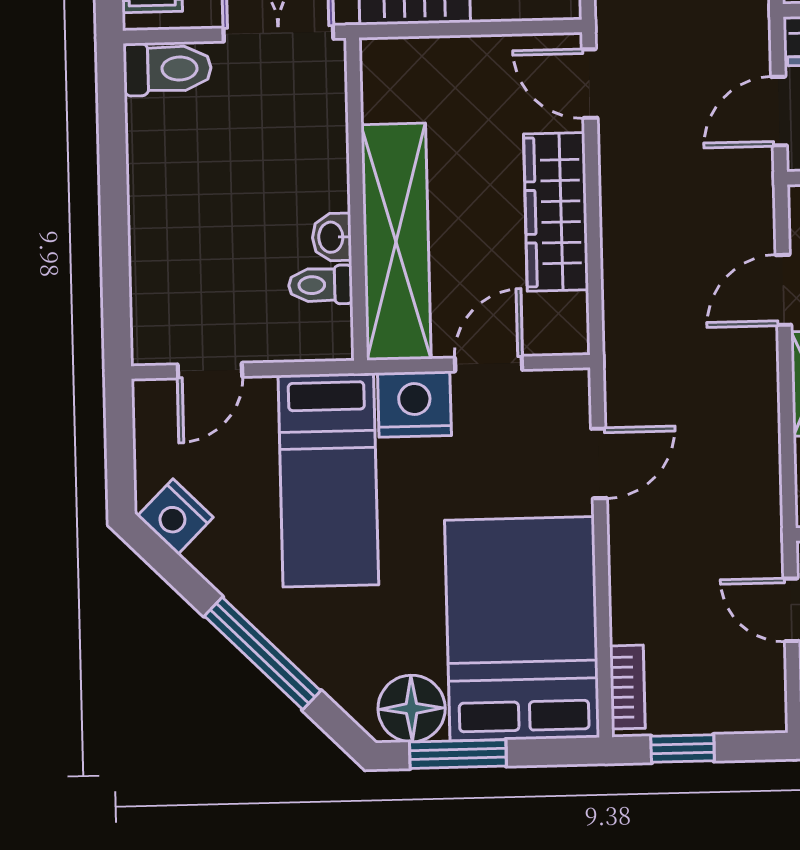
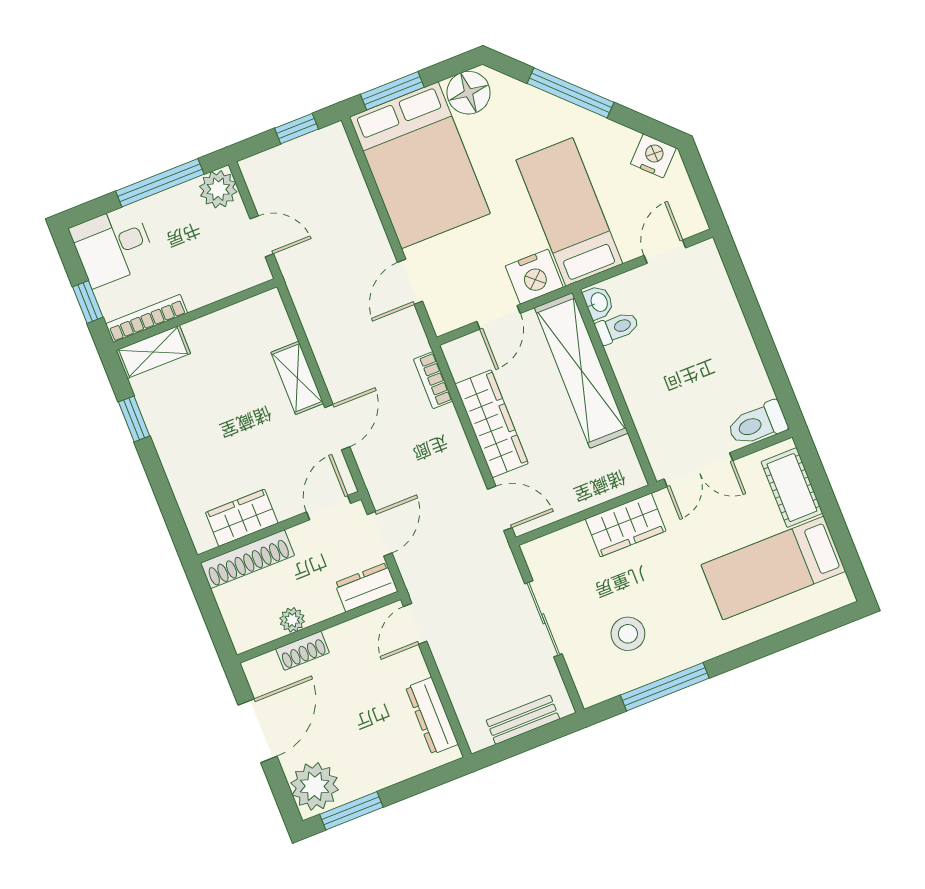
washbasin: (332, 237) -> (598, 302), moved
bookcase: (627, 687) -> (433, 380), moved
window: (458, 754) -> (392, 91), moved

